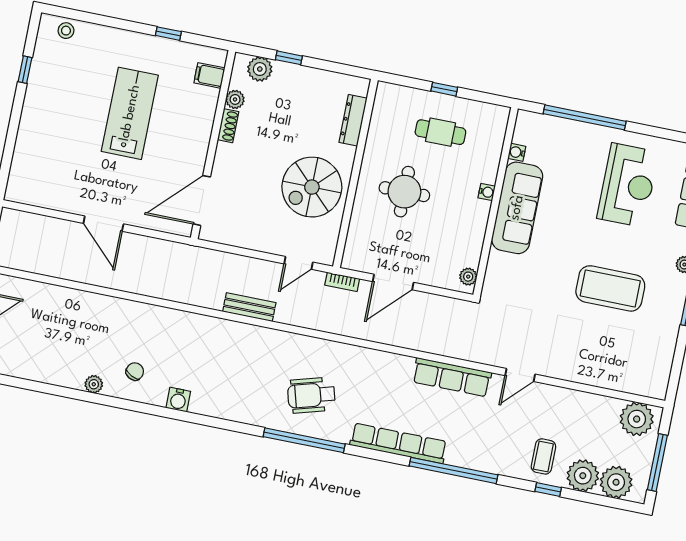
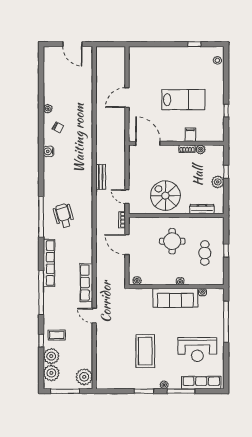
plant: (260, 69) -> (218, 182), moved
filing cabinet: (209, 75) -> (190, 135), moved

